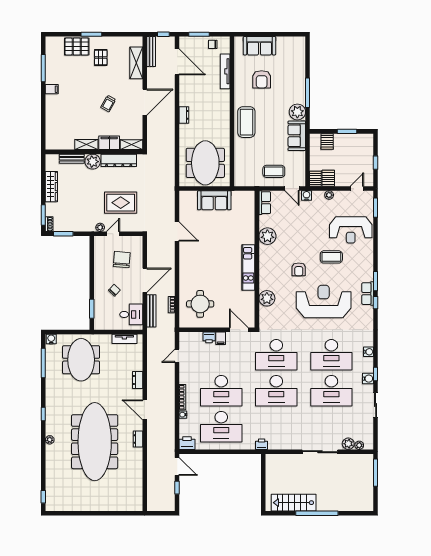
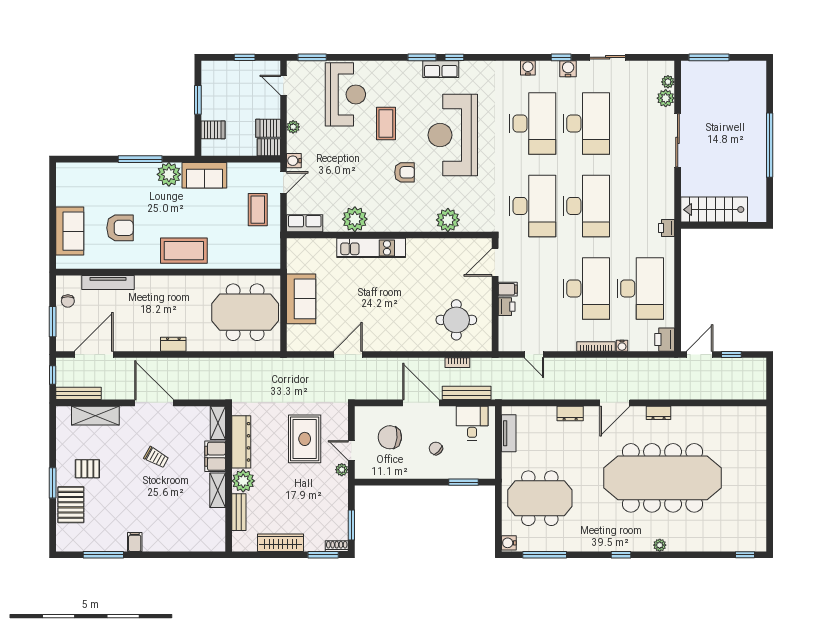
kitchen unit: (248, 267) -> (371, 248), moved
stairs: (294, 503) -> (714, 210), moved, turned 90

